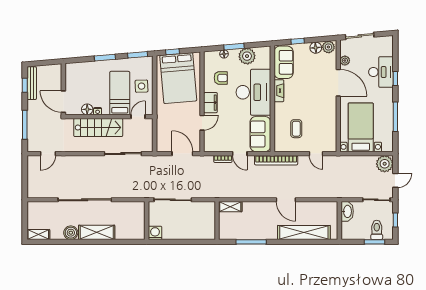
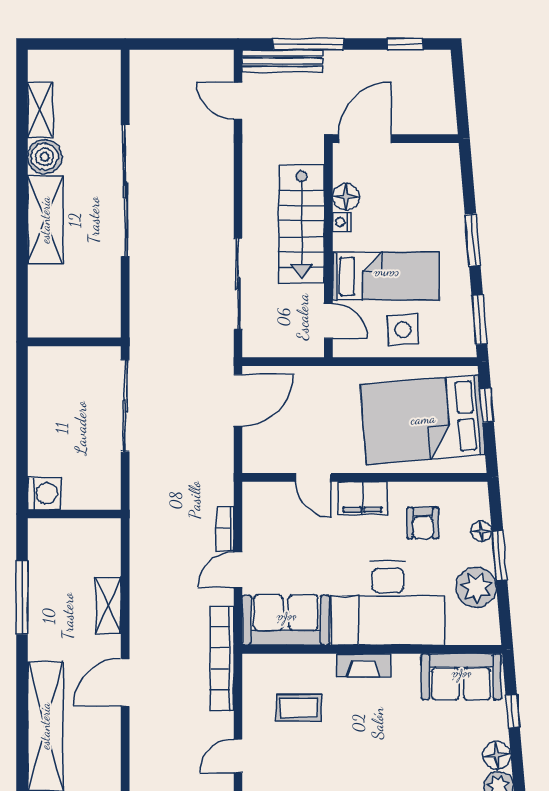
bench: (32, 83) -> (283, 61), moved
fireplace: (279, 91) -> (363, 665), moved
door: (182, 154) -> (238, 400), moved
shelving: (230, 207) -> (108, 605), moved
washing machine: (155, 233) -> (44, 493), moved
shelving: (38, 235) -> (40, 110), moved

